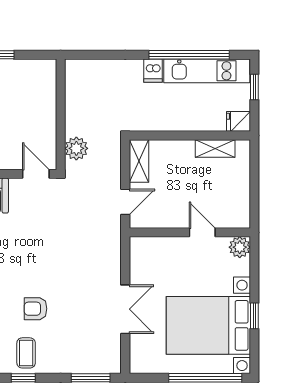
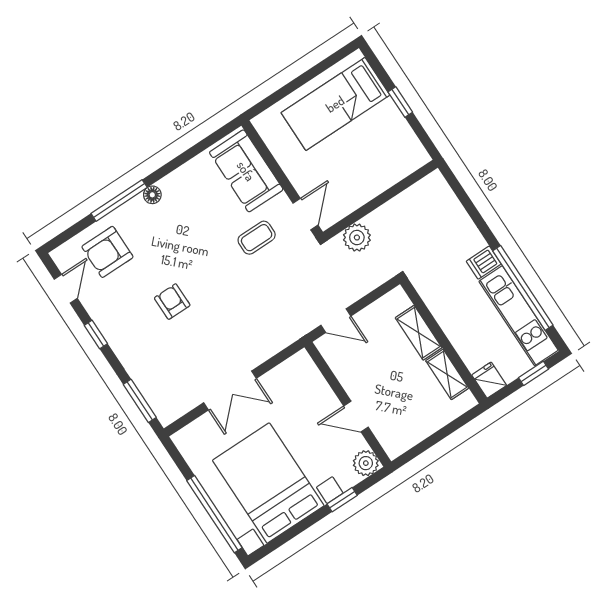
shelving: (139, 161) -> (419, 333), moved, turned 90
door: (202, 232) -> (356, 416), swing flipped
window: (254, 316) -> (342, 500), moved
coffee table: (26, 353) -> (257, 238), moved

